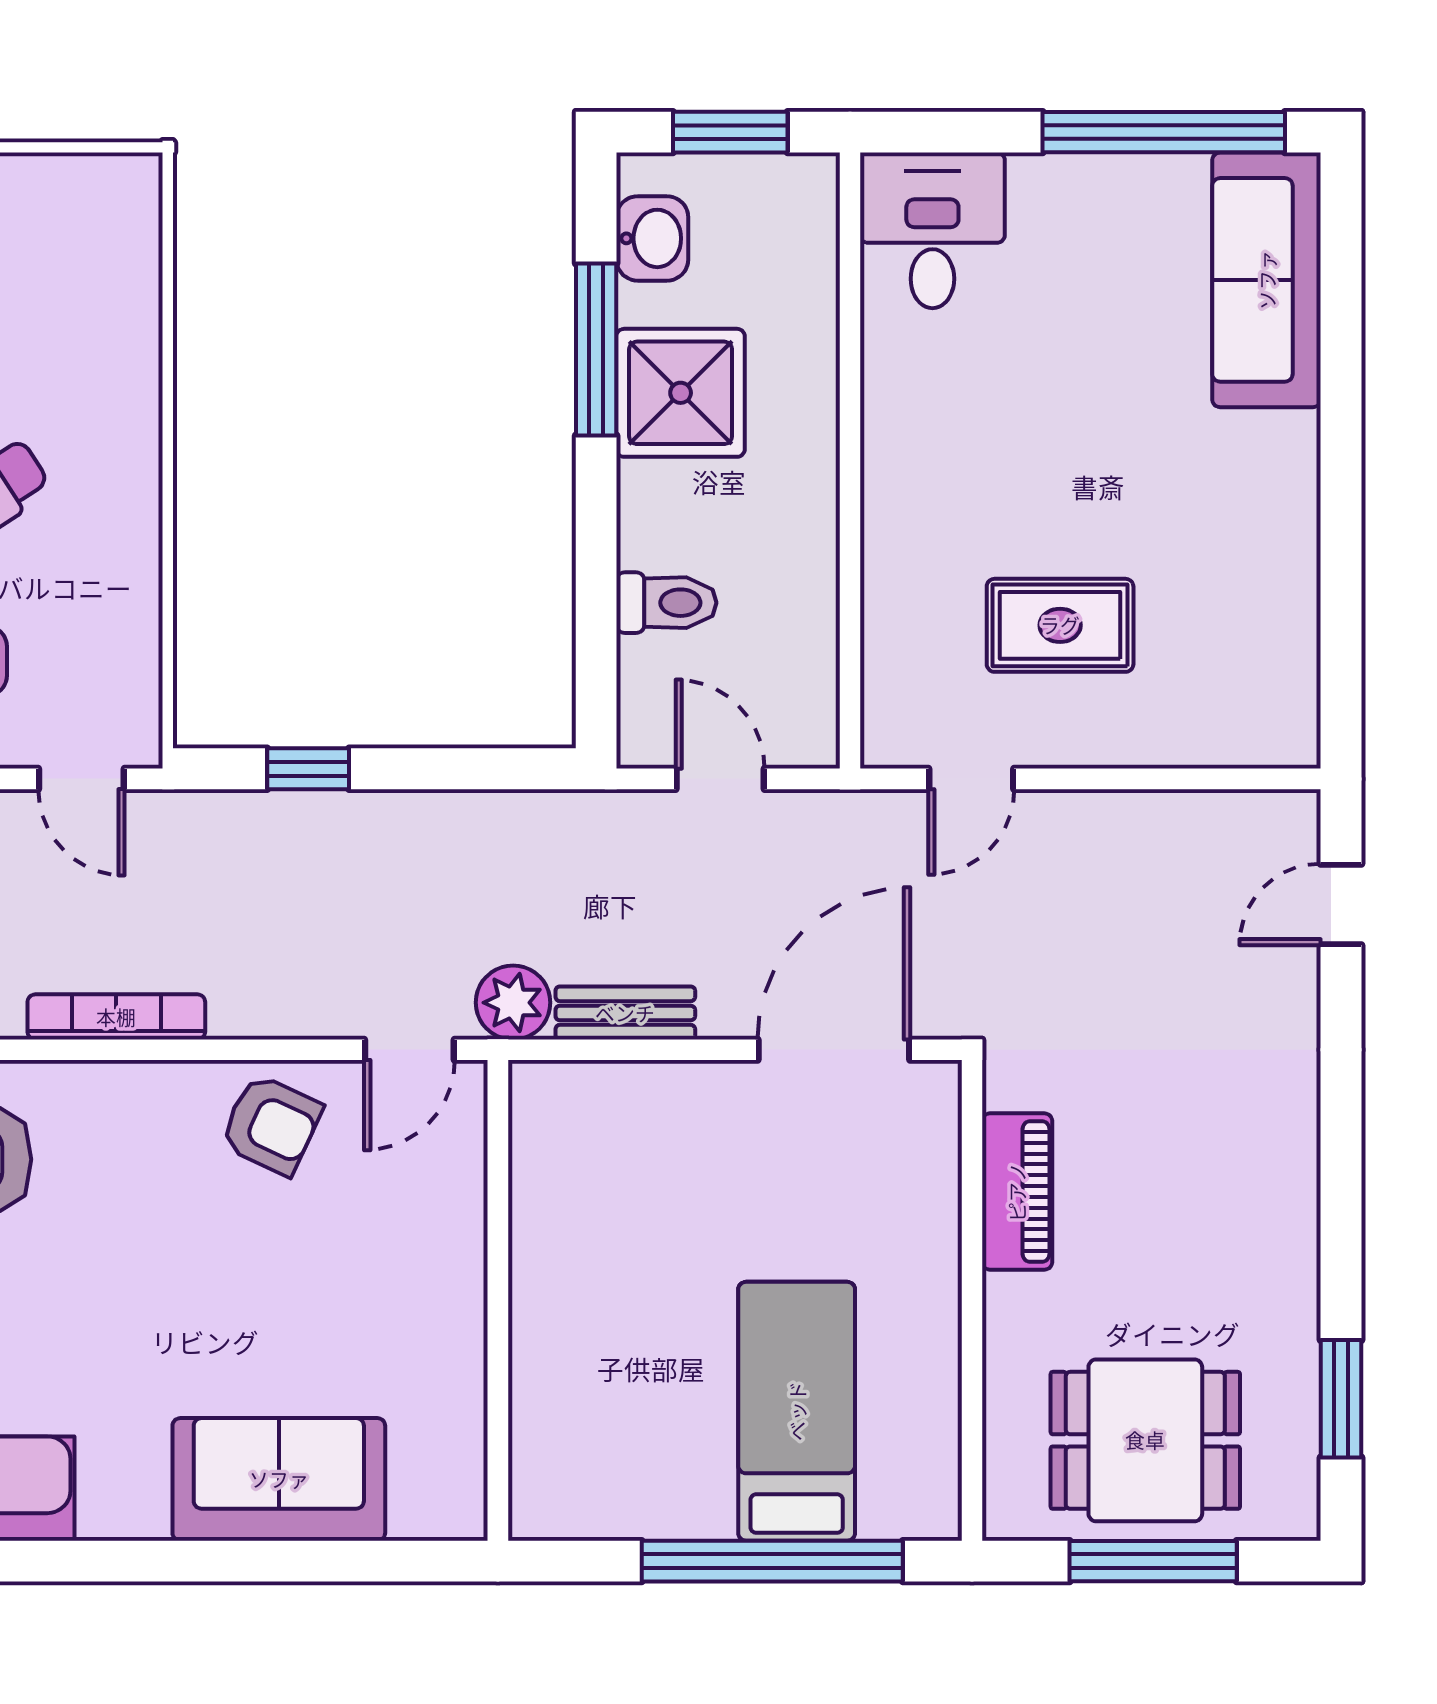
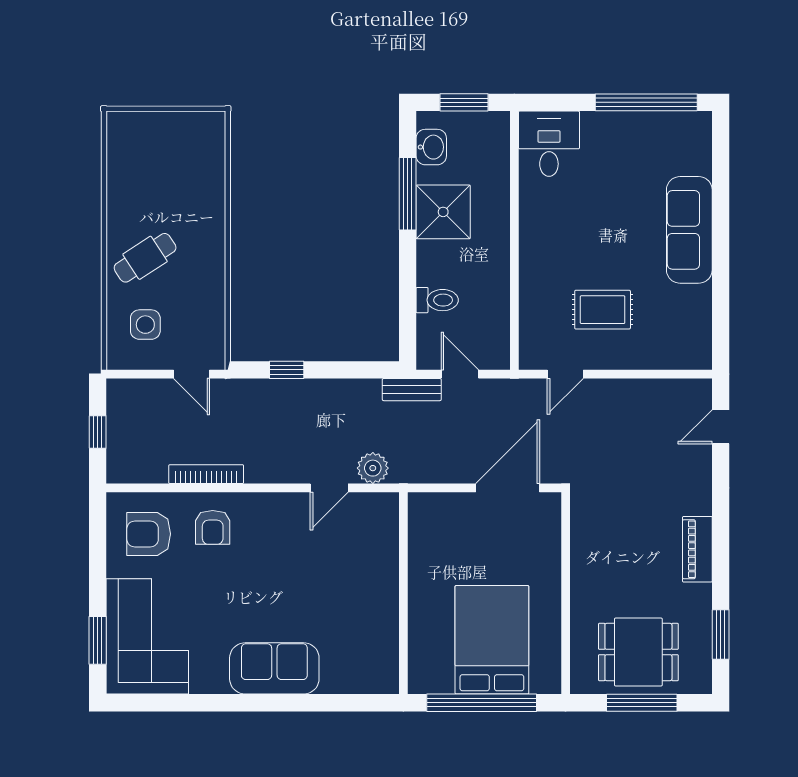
sofa: (1267, 280) -> (689, 230), moved
bench: (625, 1013) -> (412, 390), moved
armchair: (271, 1125) -> (213, 527), moved, turned 65
piano: (1017, 1192) -> (697, 549), moved, turned 180
wall: (498, 1300) -> (403, 593), moved
bed: (797, 1411) -> (492, 640), width x1.50

